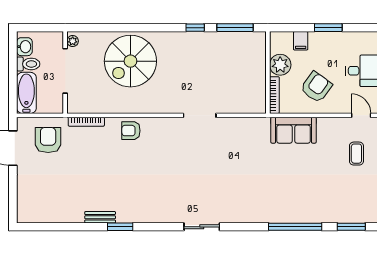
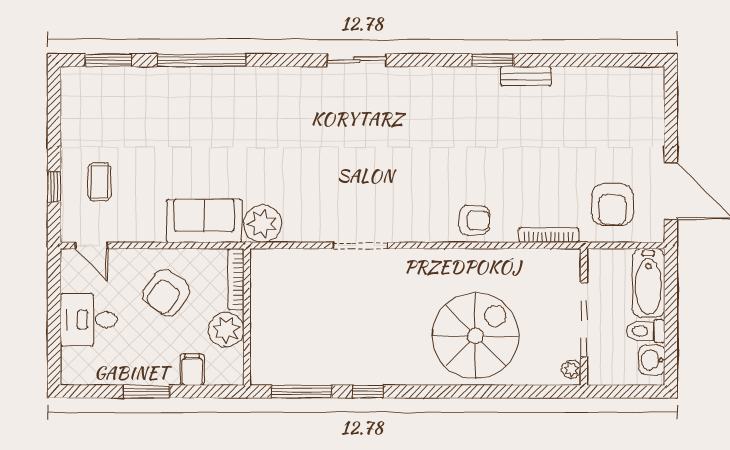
plant: (258, 128) -> (262, 224), added

